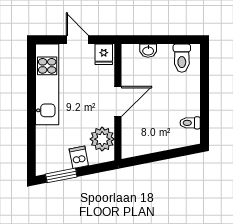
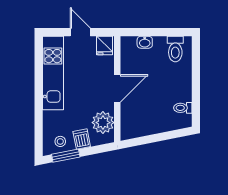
stool: (55, 160) -> (60, 141), added

